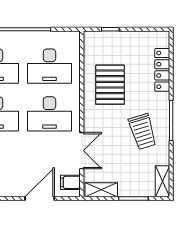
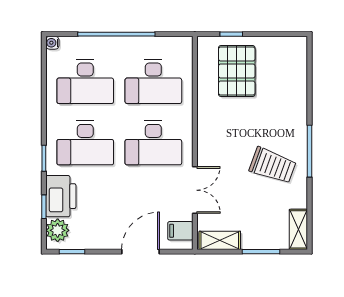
locker: (162, 70) -> (298, 86), removed
pallet: (110, 85) -> (237, 71), moved
trolley: (142, 132) -> (273, 166), turned -53

